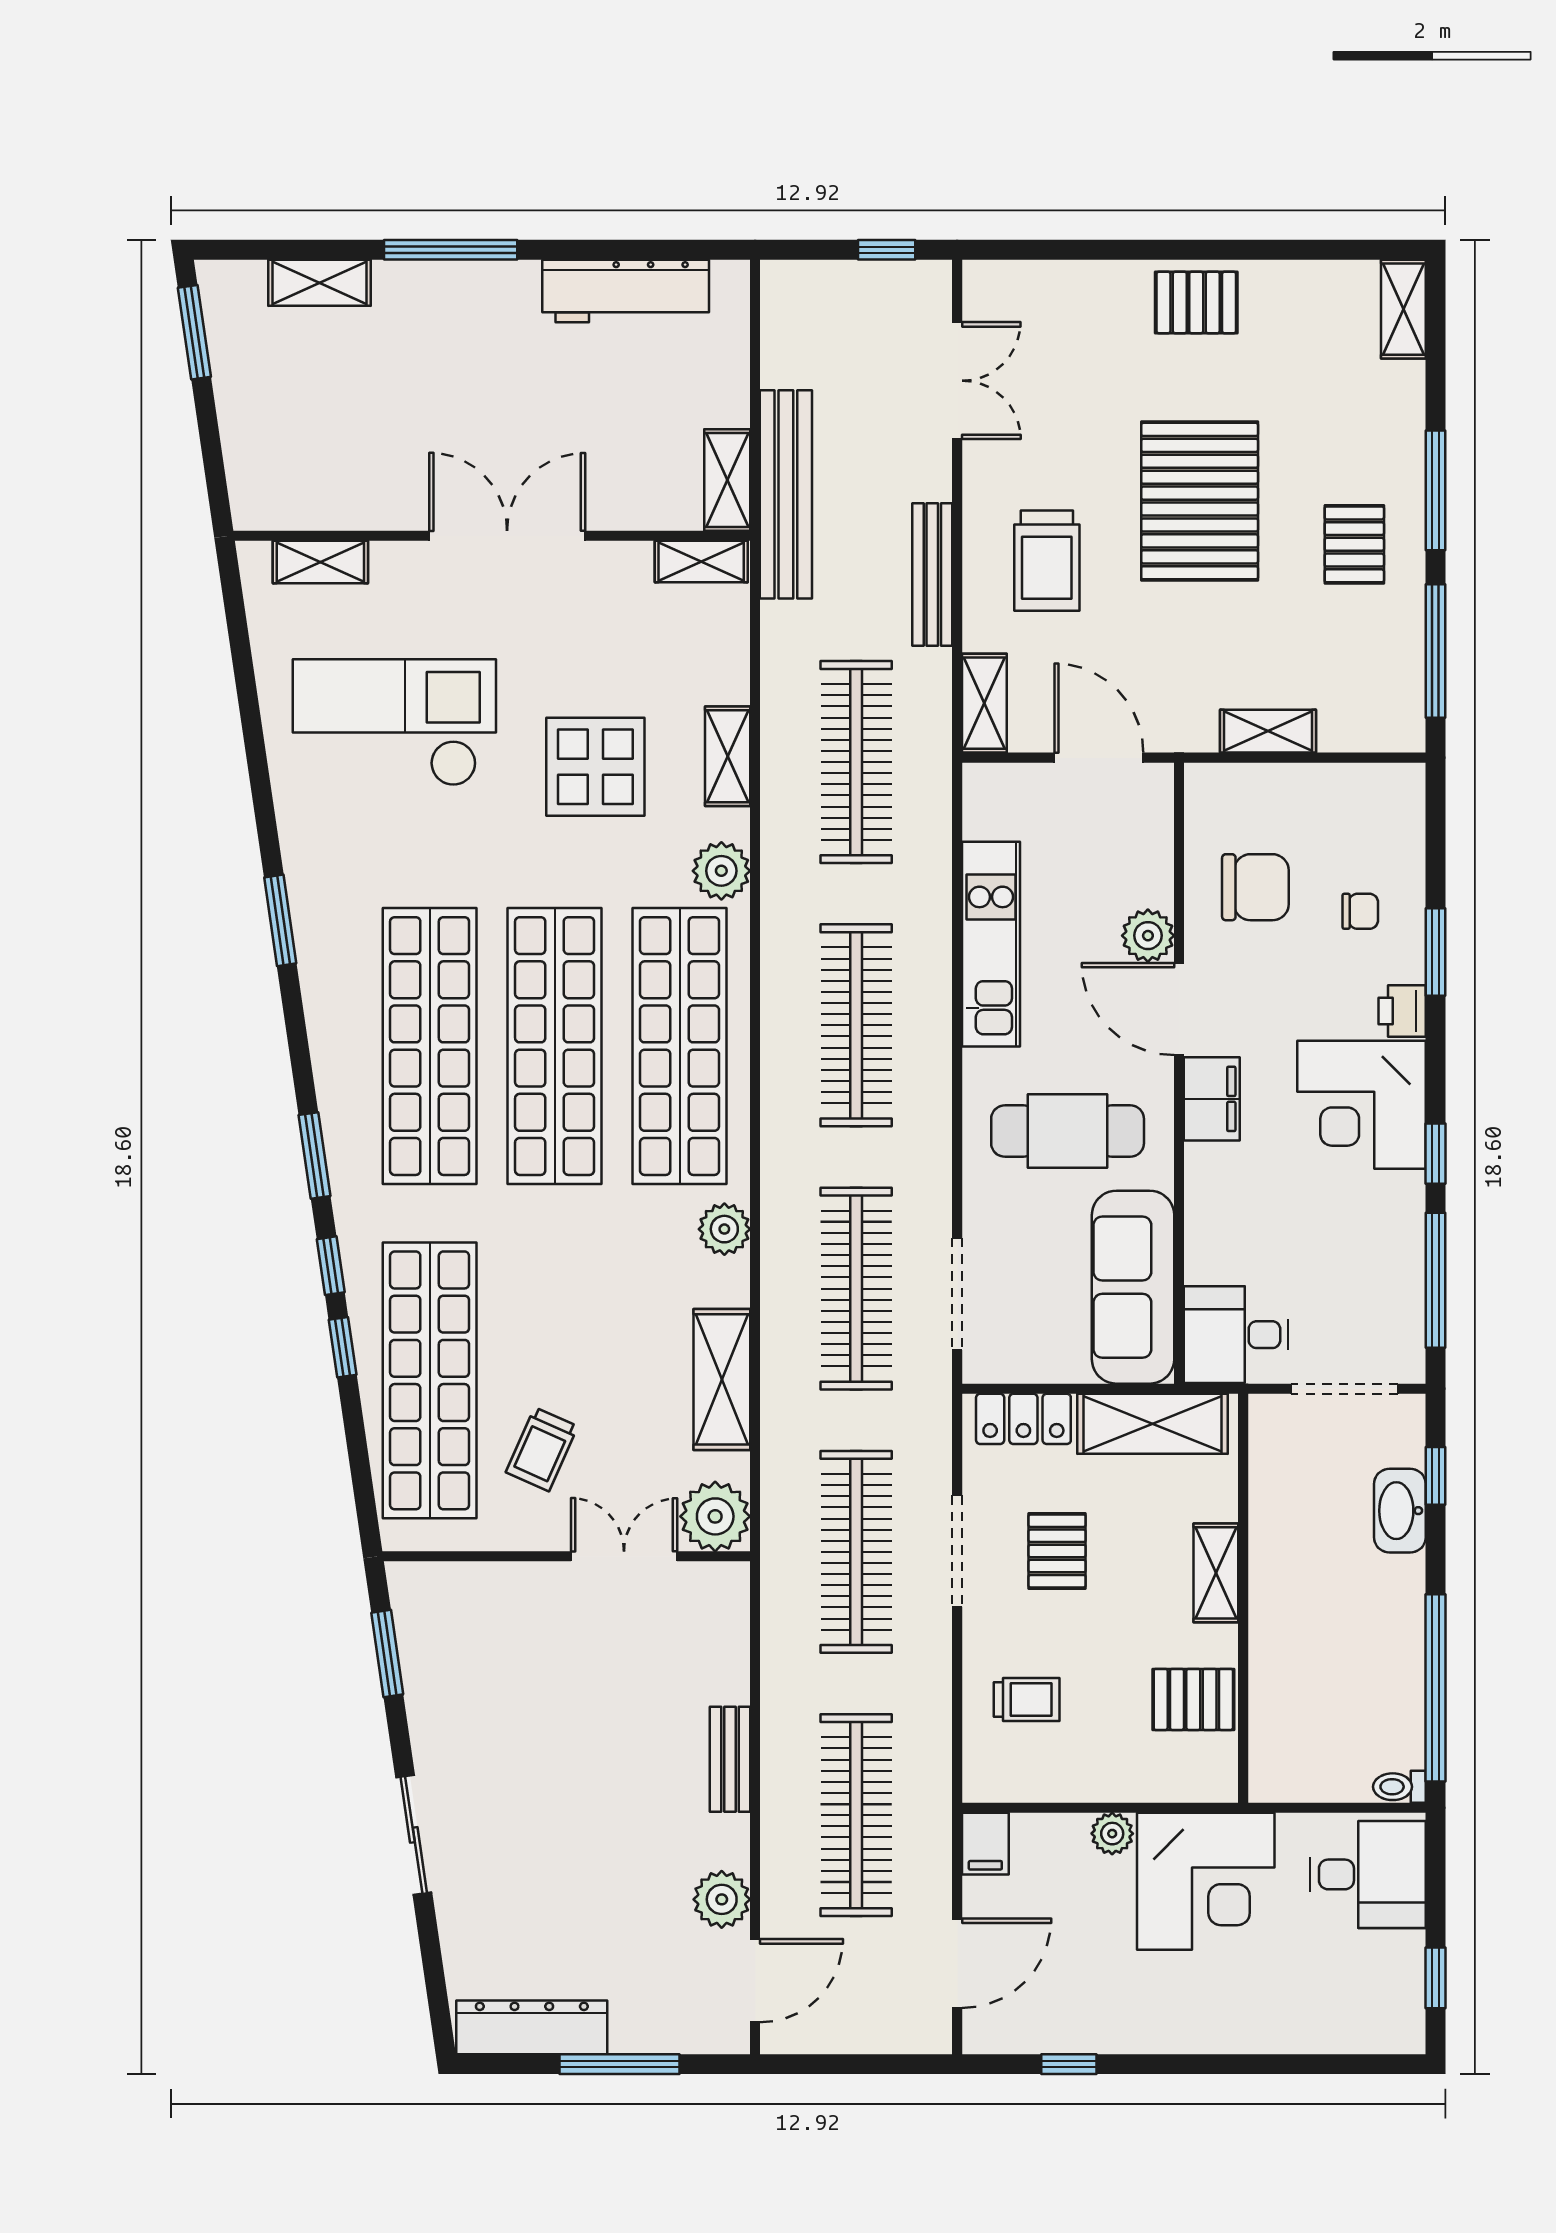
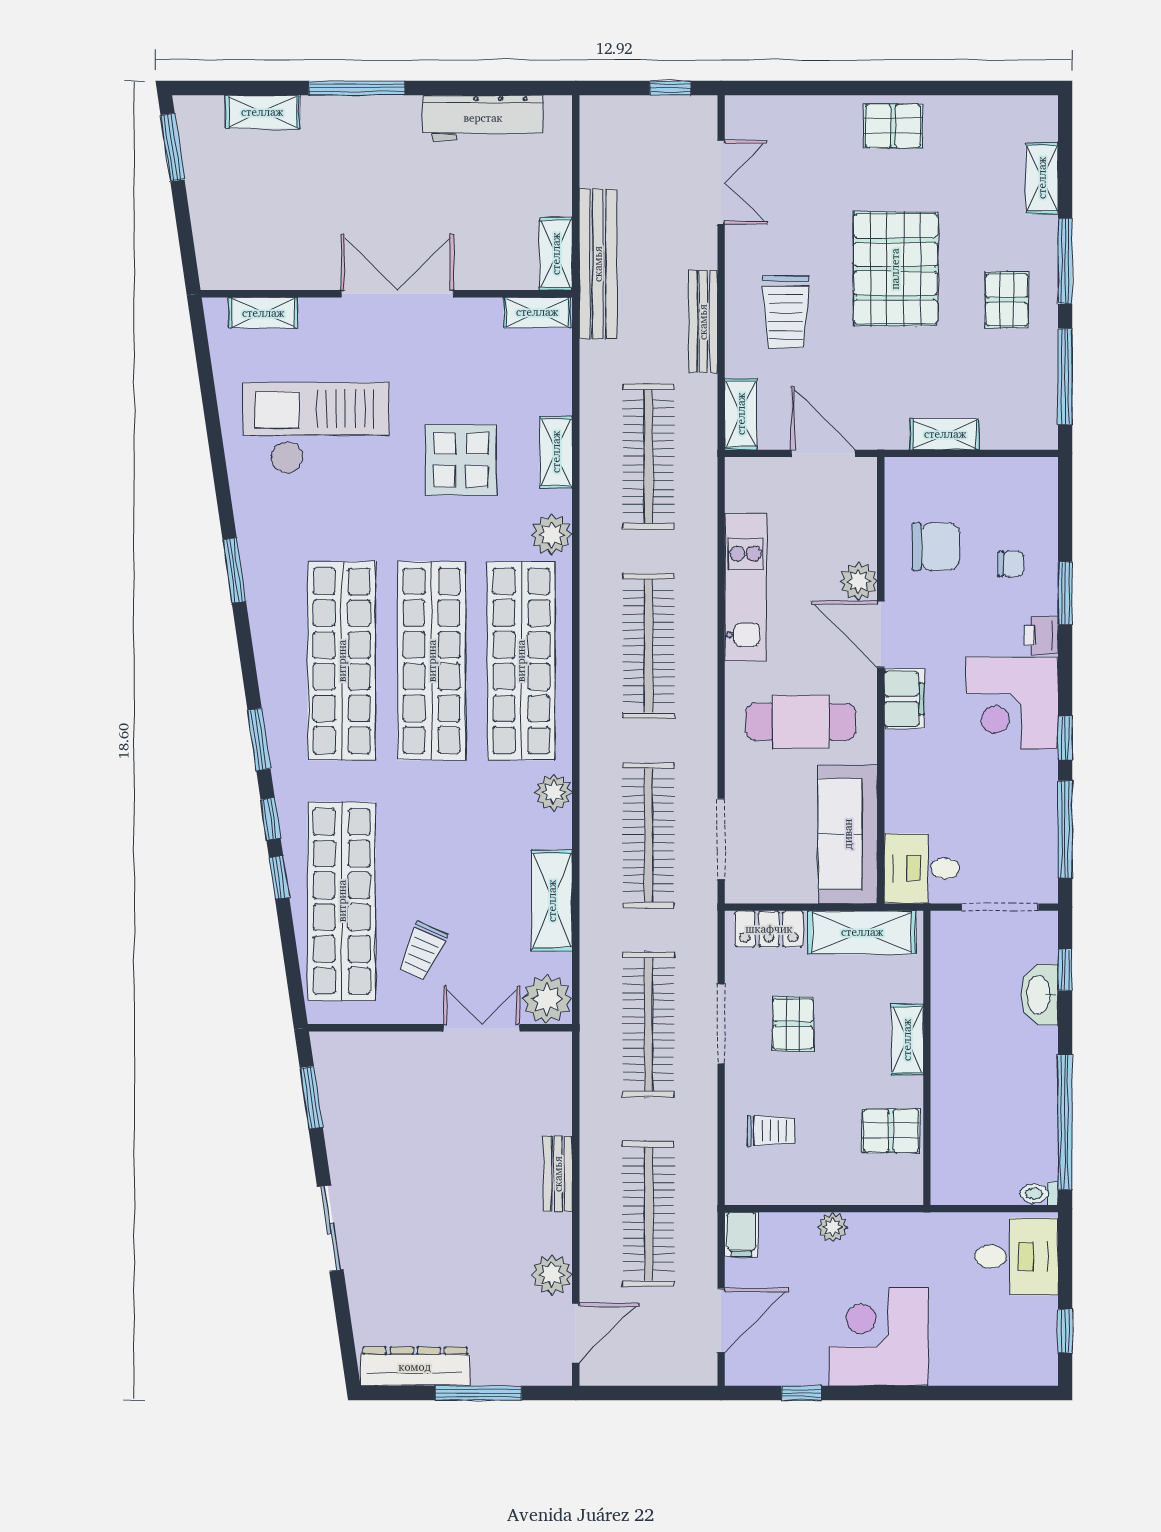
shelving: (1403, 309) -> (1042, 178), moved
corner desk: (1206, 1881) -> (879, 1337), moved, turned 180

